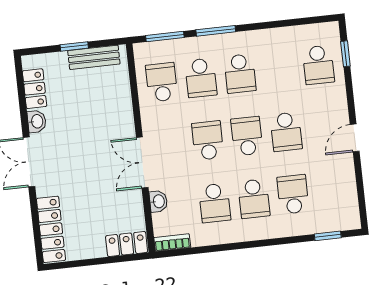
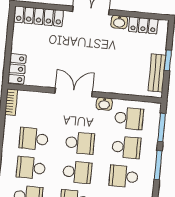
school desk: (201, 78) -> (126, 147), turned 180
washbasin: (158, 201) -> (104, 104), moved

